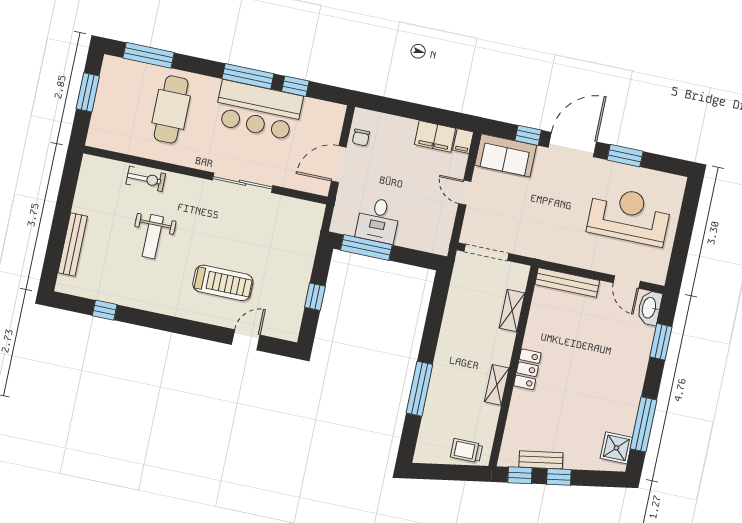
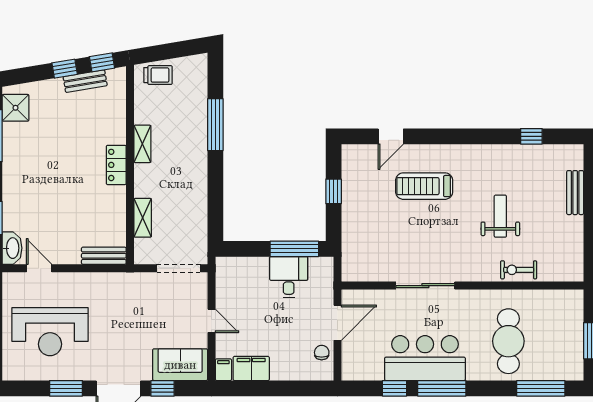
bench: (73, 244) -> (575, 193), width x0.73
bench: (567, 282) -> (104, 256), width x0.73

